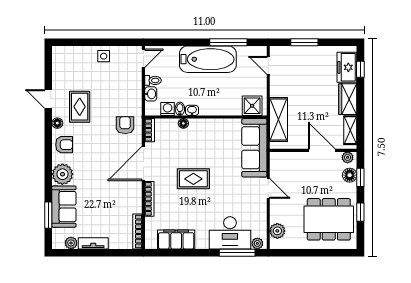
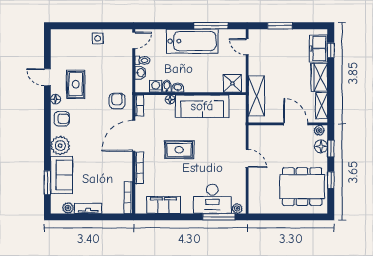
sofa: (254, 148) -> (202, 106), moved, turned -90
plant: (277, 231) -> (255, 197), removed

